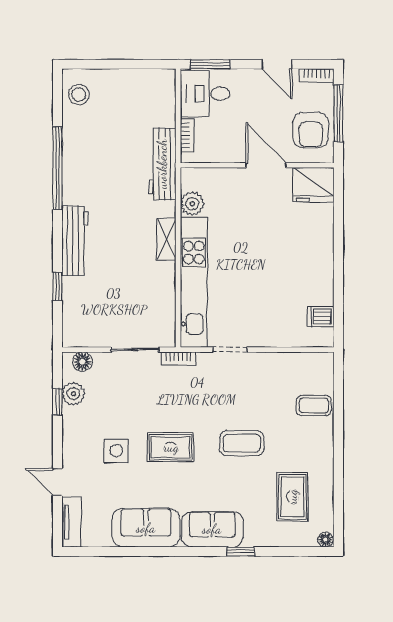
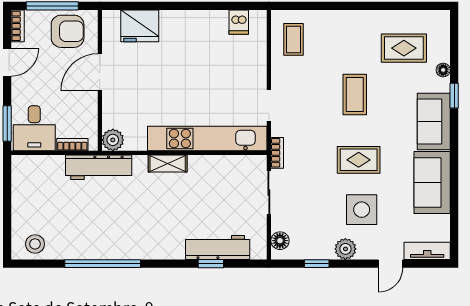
fridge: (313, 185) -> (140, 26), moved, turned 90
plant: (192, 204) -> (113, 140), moved
workbench: (75, 241) -> (218, 248), moved
plant: (73, 394) -> (345, 249), moved
coffee table: (314, 405) -> (293, 39), moved
rug: (171, 447) -> (359, 160), turned 90
side table: (116, 451) -> (362, 210), width x1.37, depth x1.37
floor lamp: (325, 540) -> (443, 70), moved

